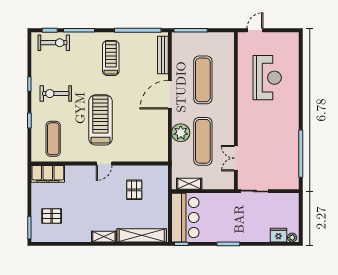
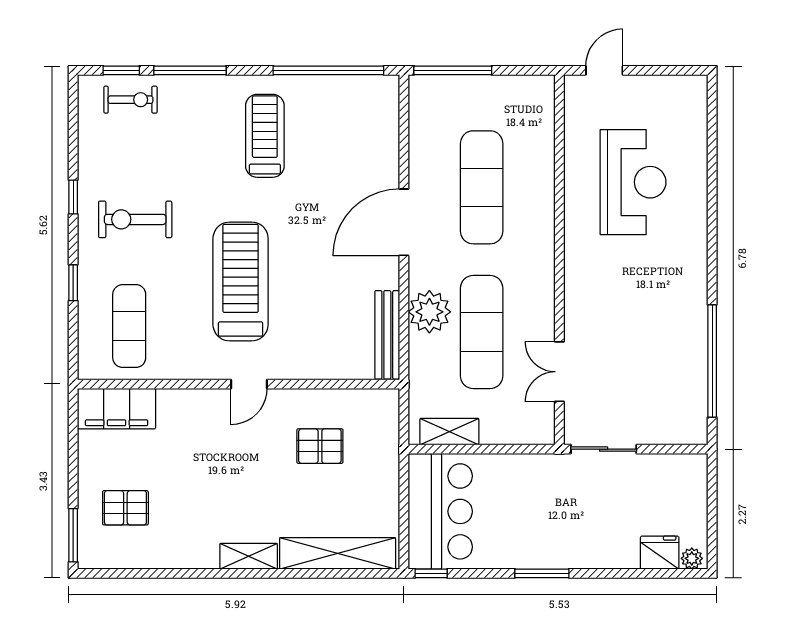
exercise bike: (54, 43) -> (131, 100), width x0.73, depth x0.72
bench: (163, 55) -> (387, 335), moved
pallet: (134, 190) -> (320, 446), turned 90

